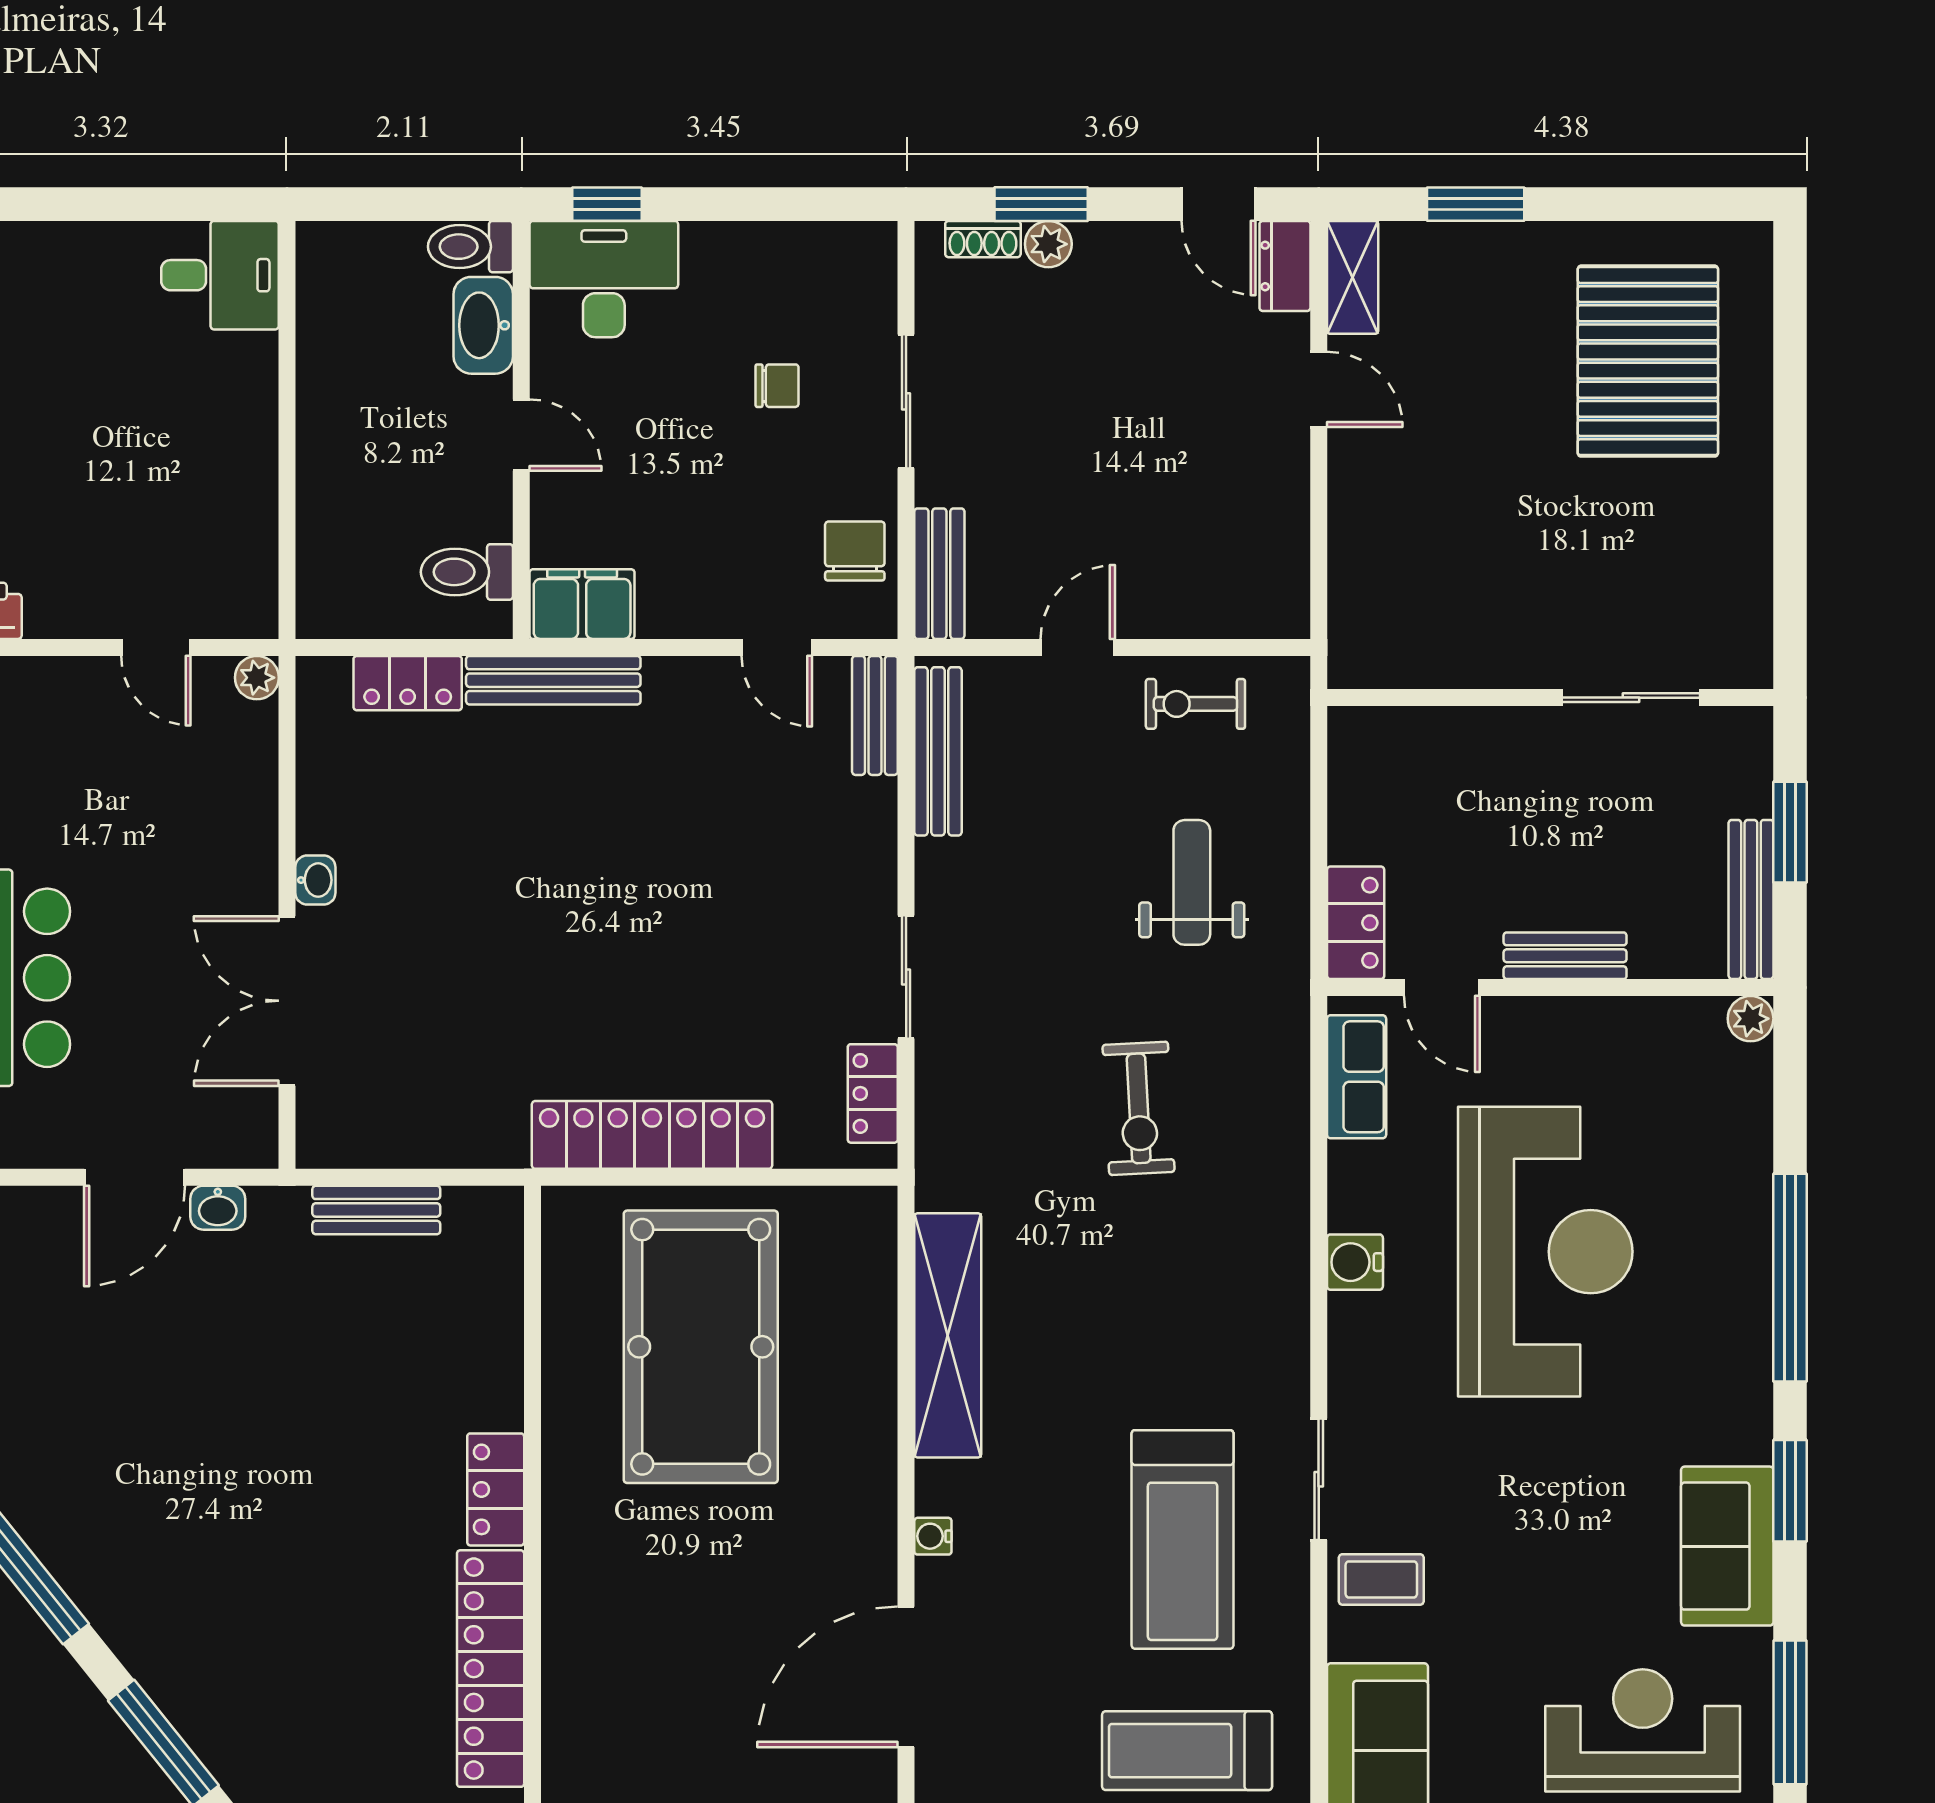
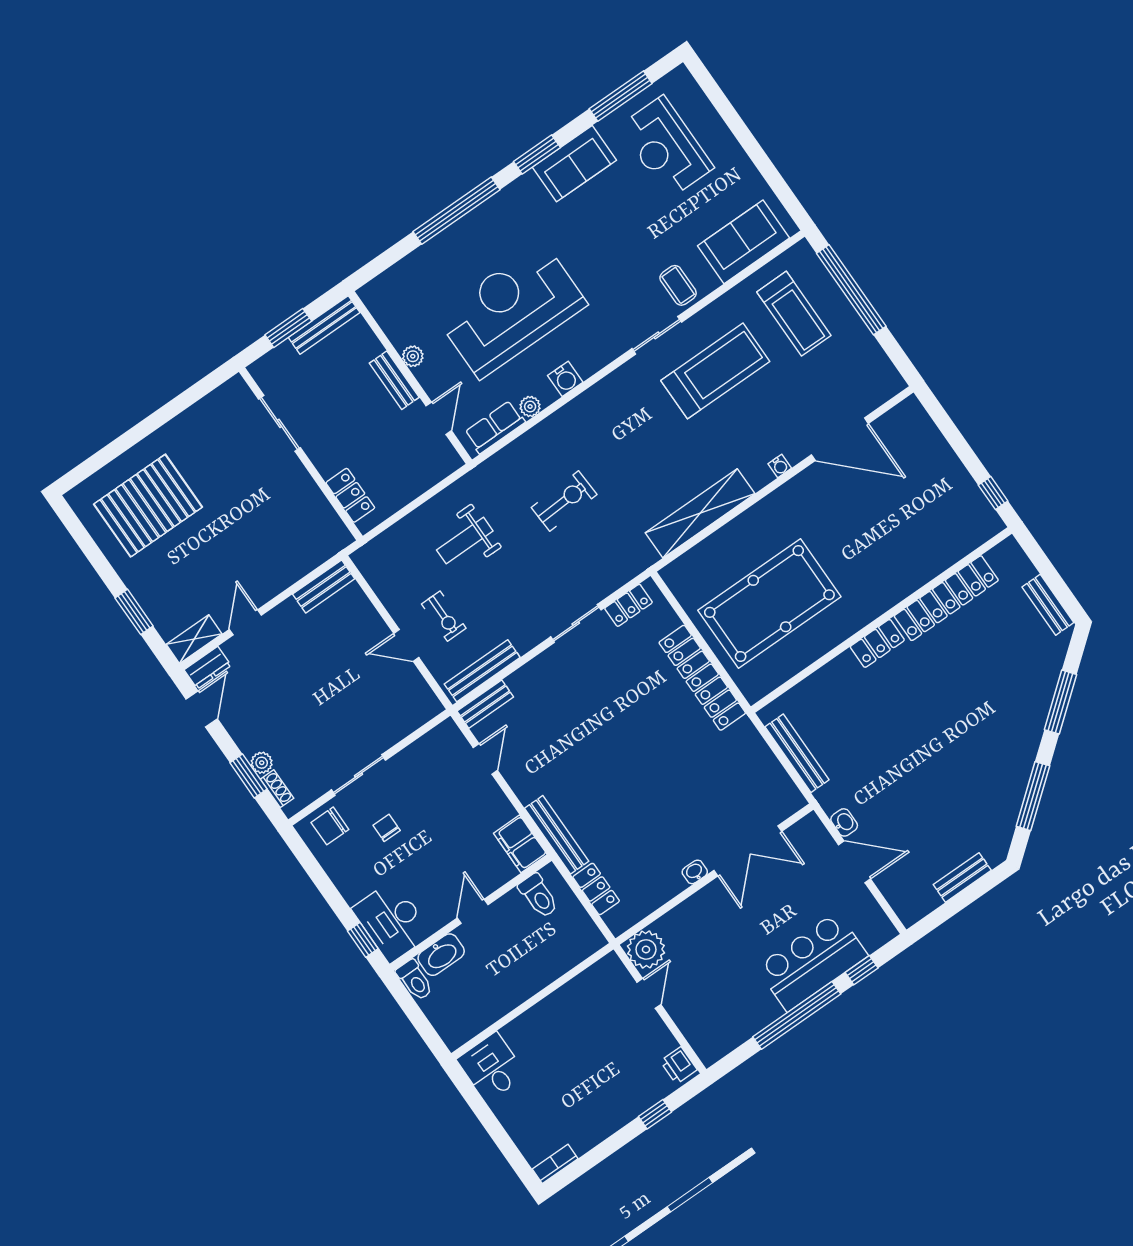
chair: (855, 551) -> (330, 826), moved
bench: (939, 574) -> (324, 586), moved
plant: (257, 678) -> (646, 949), width x1.88, depth x1.88
exercise bike: (1195, 704) -> (444, 616), moved
locker: (1356, 923) -> (350, 495), moved, turned 90
plant: (1751, 1019) -> (413, 356), moved
plant: (1349, 1165) -> (530, 406), added
bench: (376, 1210) -> (797, 753), width x1.36

